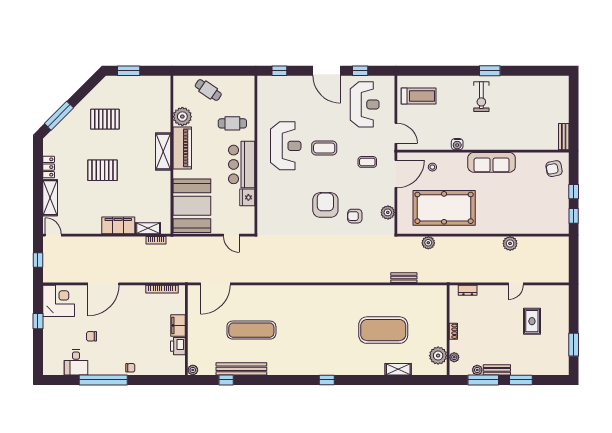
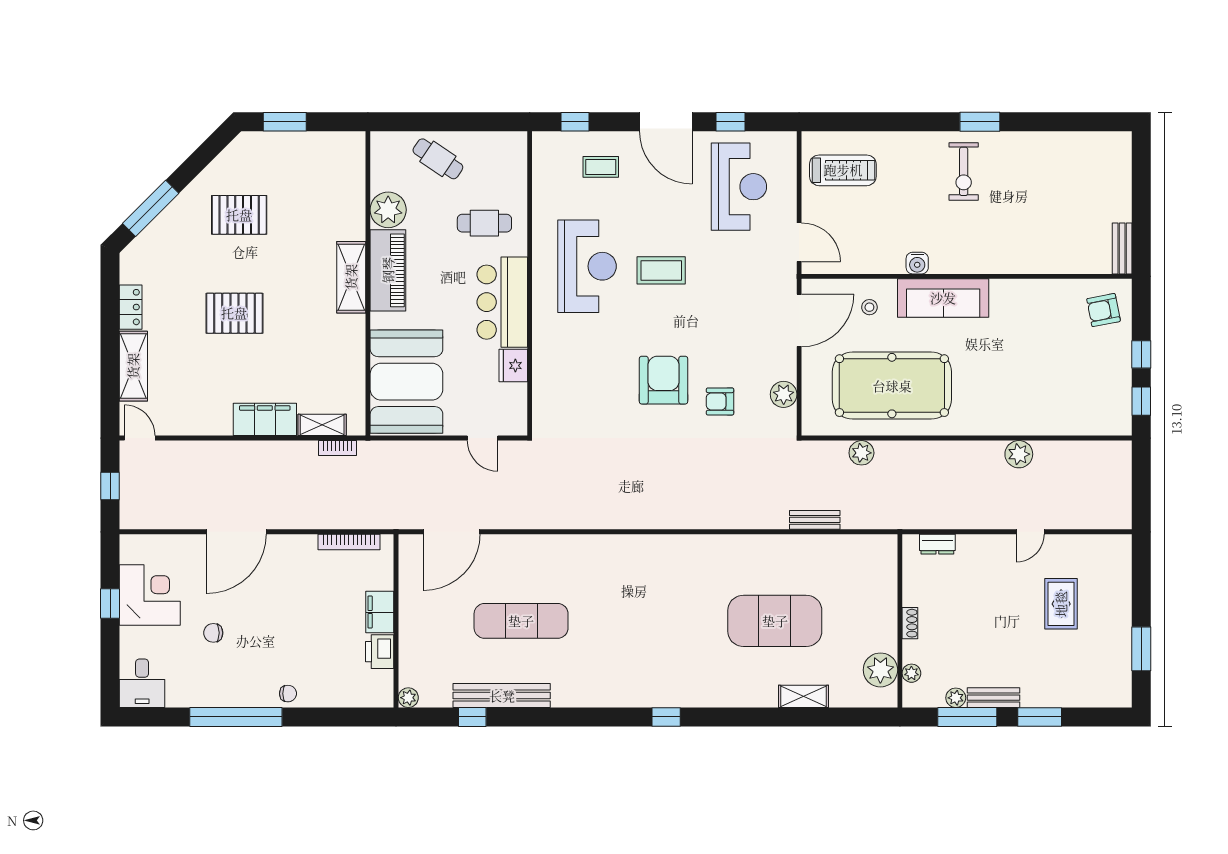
coffee table: (367, 162) -> (601, 167), moved
sofa: (492, 162) -> (943, 298), moved
corner desk: (59, 301) -> (150, 595), moved
desk: (76, 362) -> (142, 683), moved

